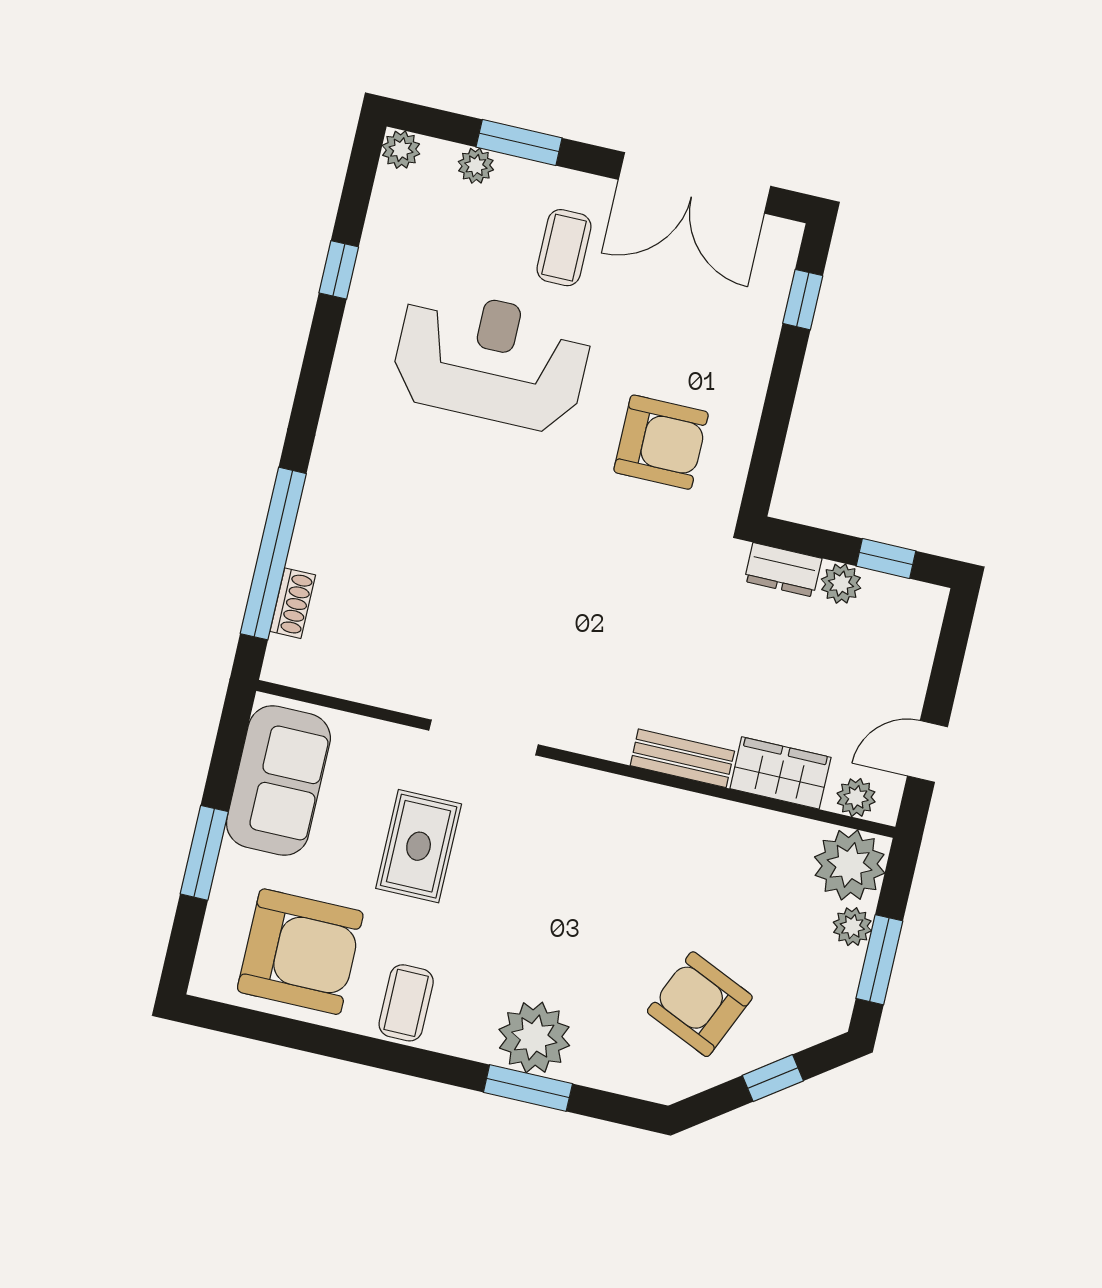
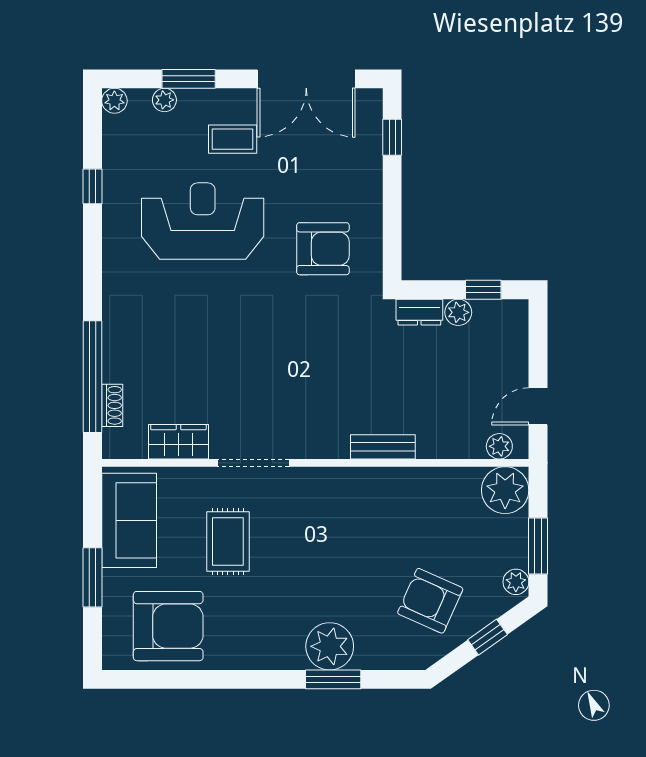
coffee table: (564, 248) -> (233, 139), turned 90
wardrobe: (780, 773) -> (178, 442), moved
plant: (852, 927) -> (516, 582), moved
coffee table: (406, 1003) -> (243, 643), removed

